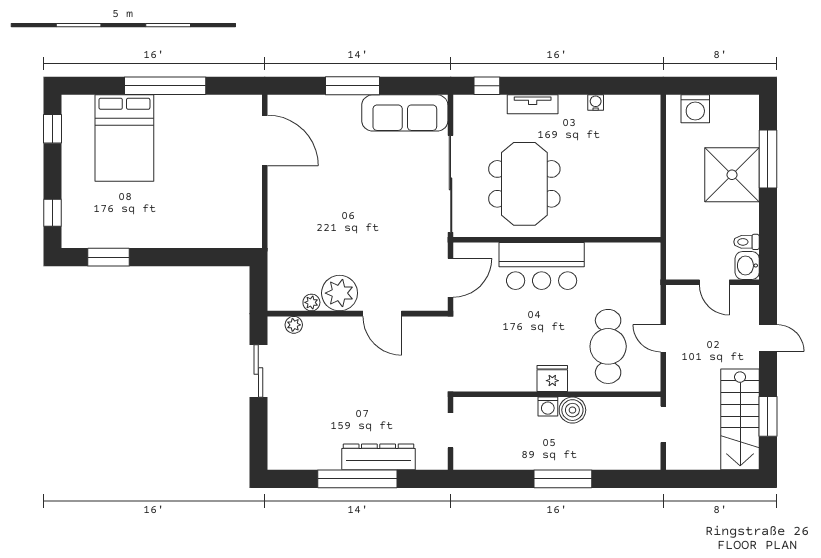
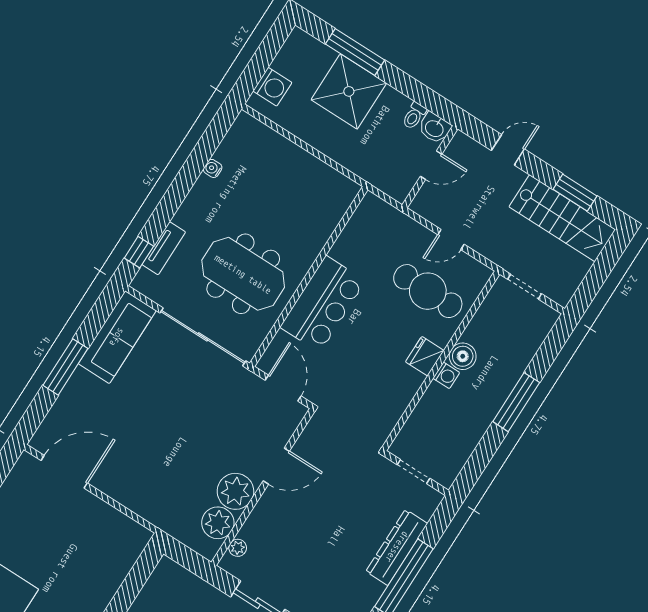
tv unit: (533, 104) -> (164, 248), moved
plant: (311, 302) -> (218, 523), width x1.88, depth x1.88

